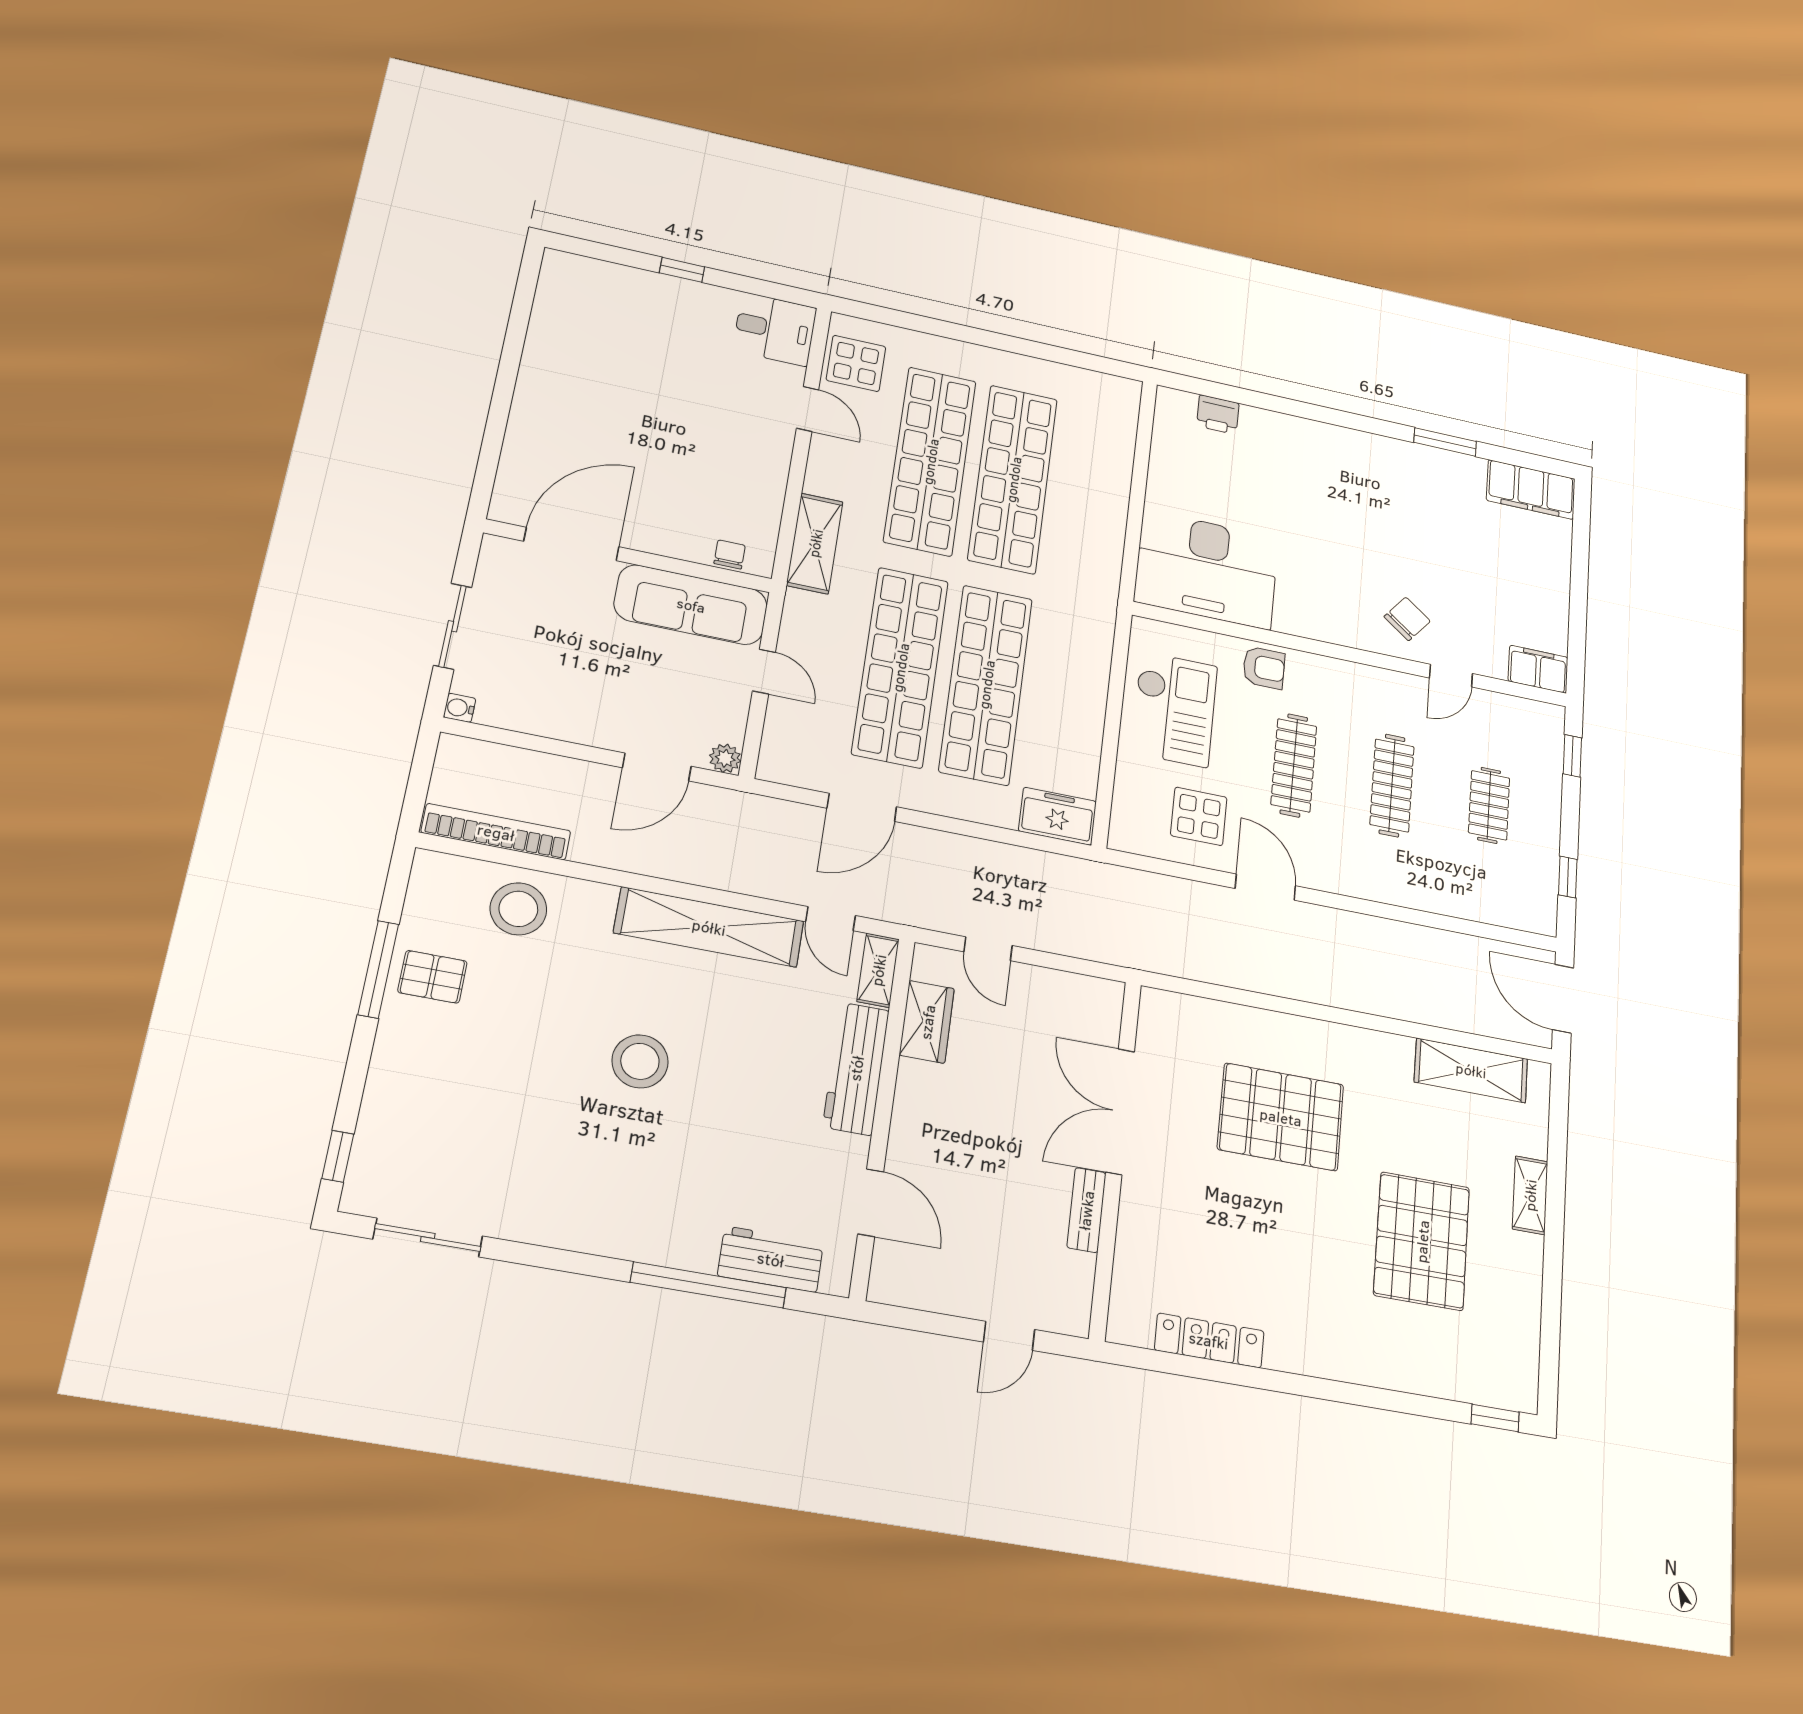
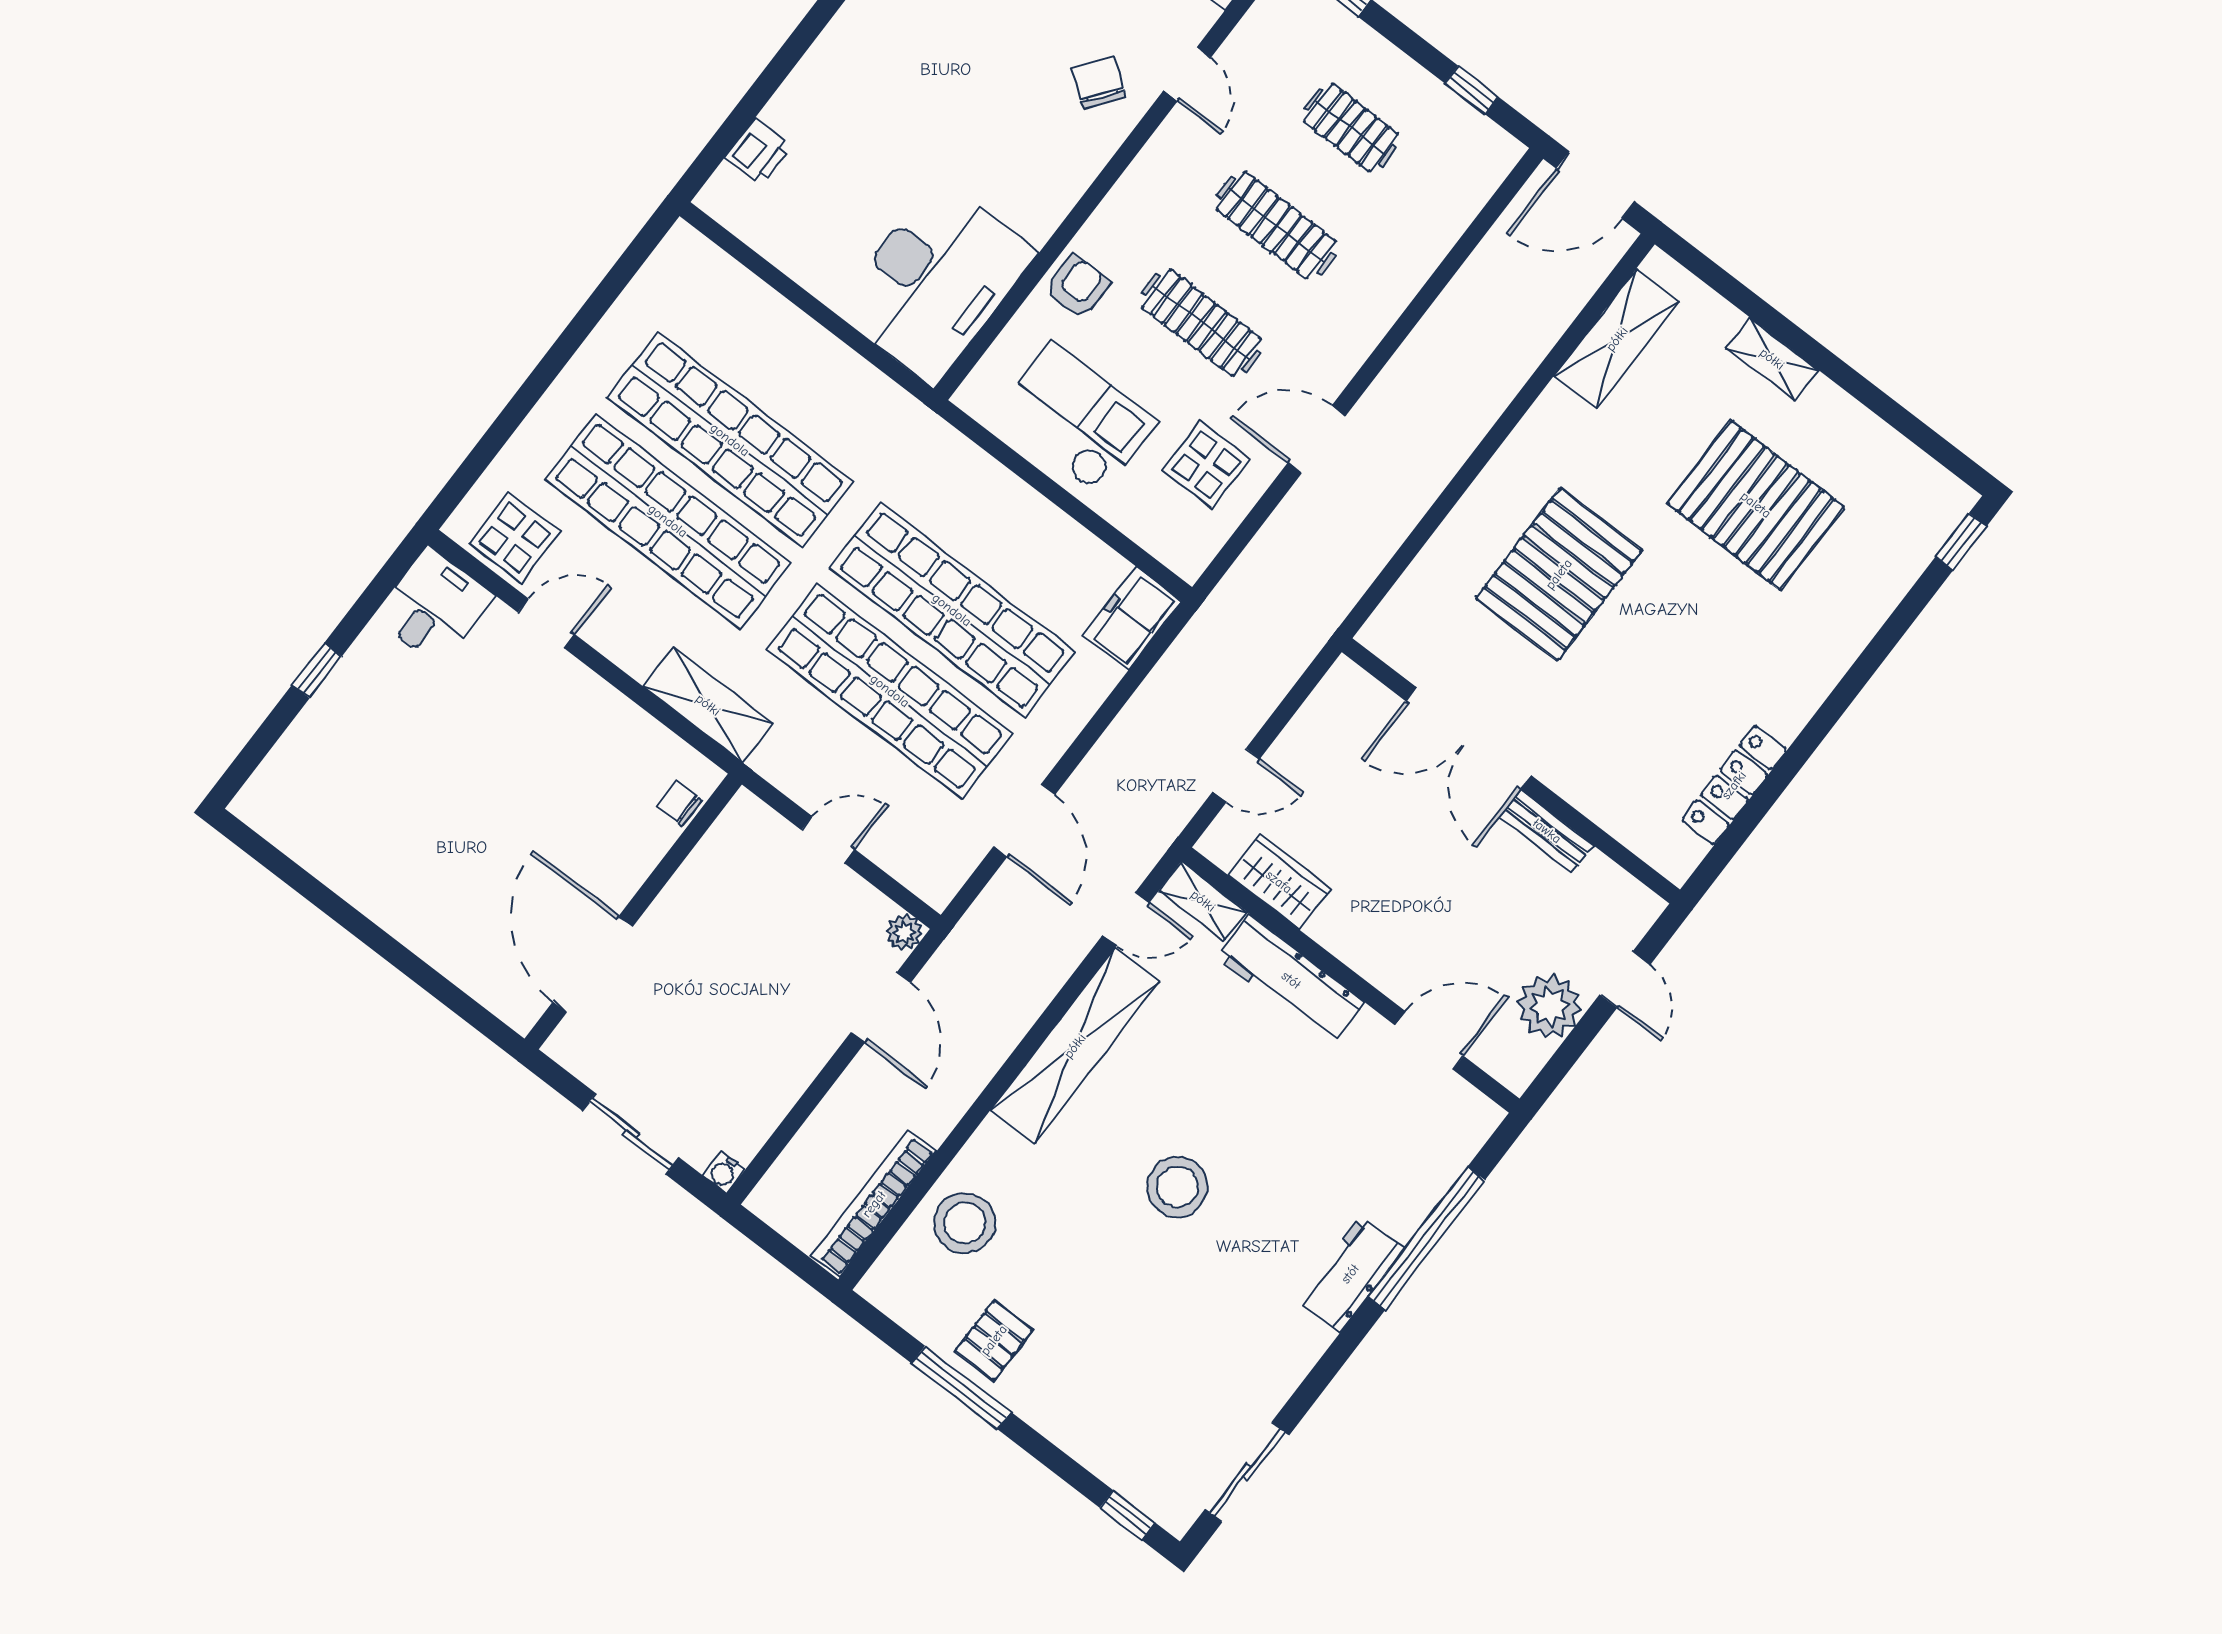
sofa: (691, 605) -> (718, 876), removed
workbench: (771, 1259) -> (1350, 1274), moved
plant: (953, 1286) -> (1549, 1006), added

